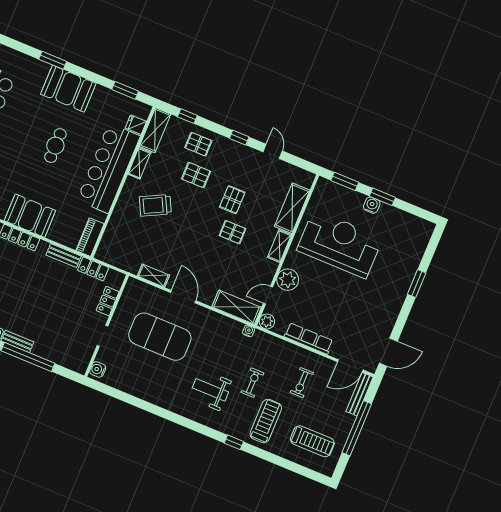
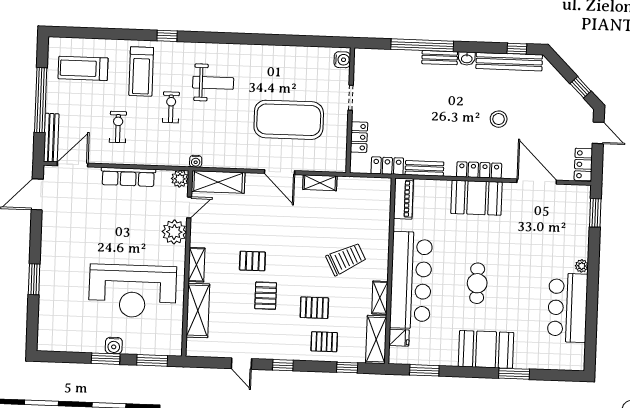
exercise bike: (252, 383) -> (171, 107), turned 180

